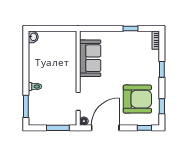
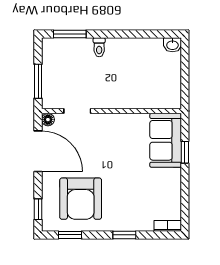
window: (130, 28) -> (185, 152), moved
sofa: (90, 58) -> (166, 140), moved, turned 90

